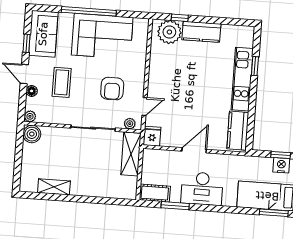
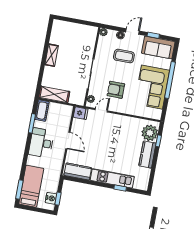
door: (144, 106) -> (101, 110), swing flipped
boiler: (32, 134) -> (91, 32), removed
shelving: (131, 154) -> (54, 94), moved
shelving: (54, 187) -> (52, 55), moved

